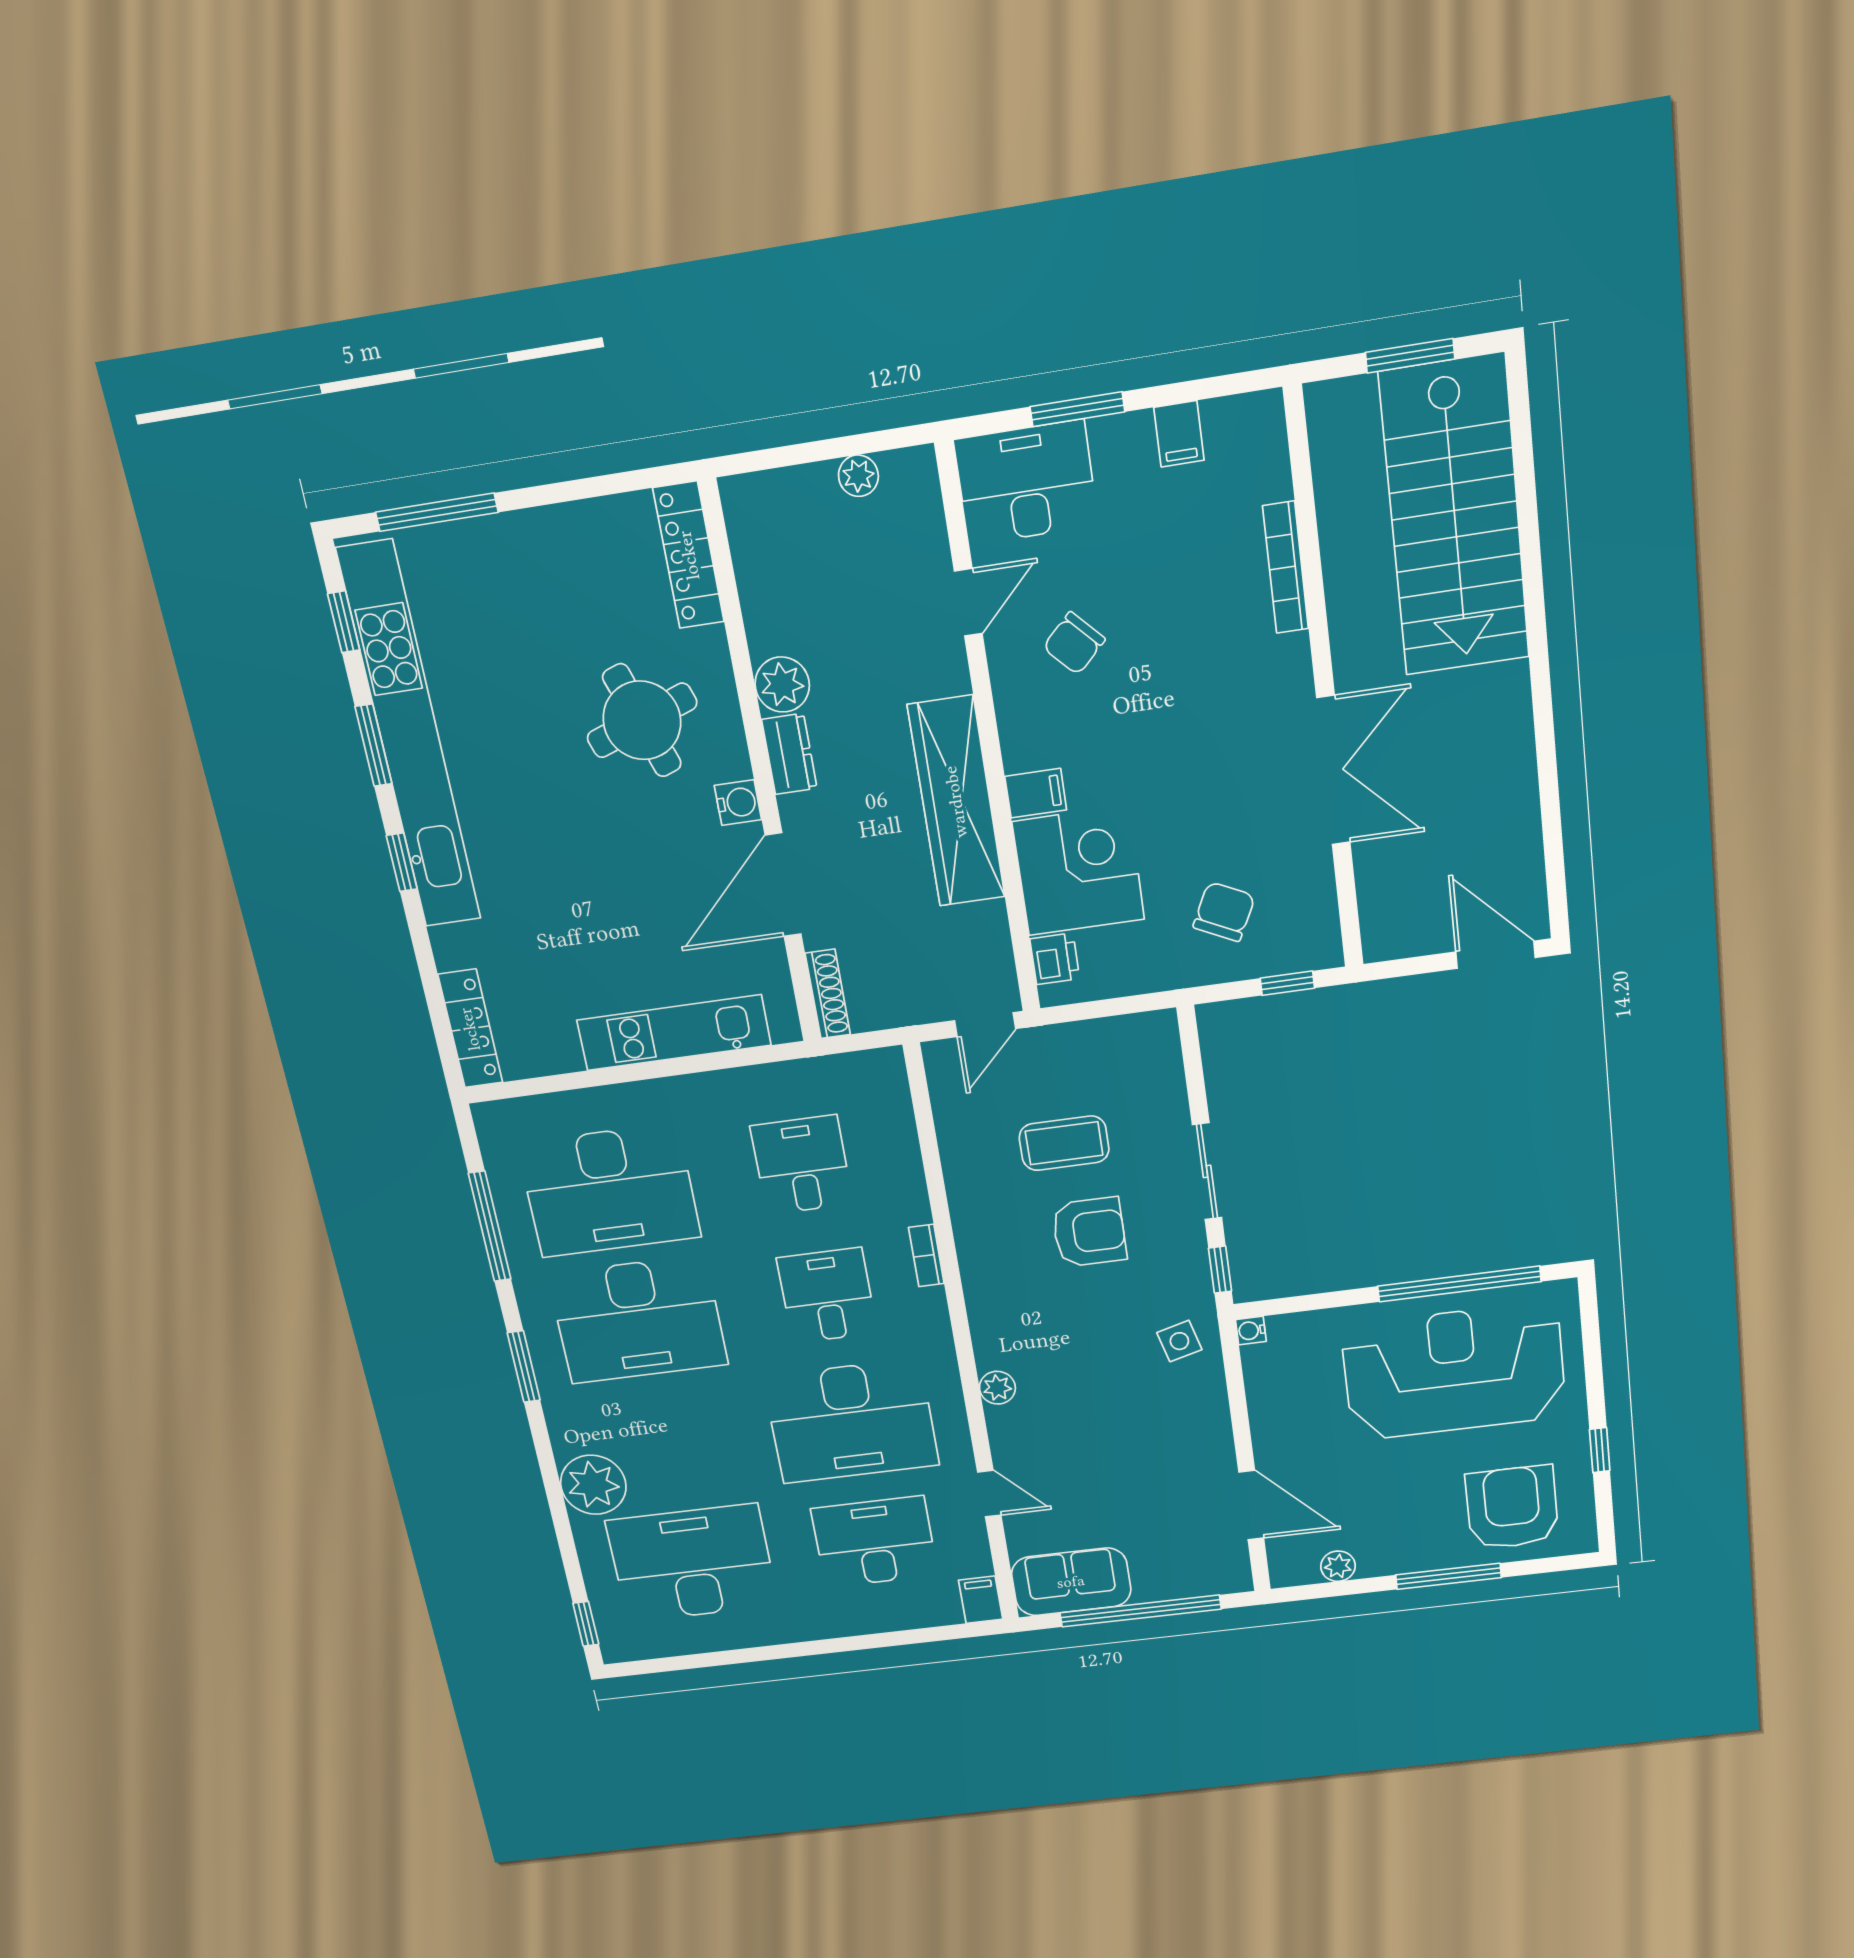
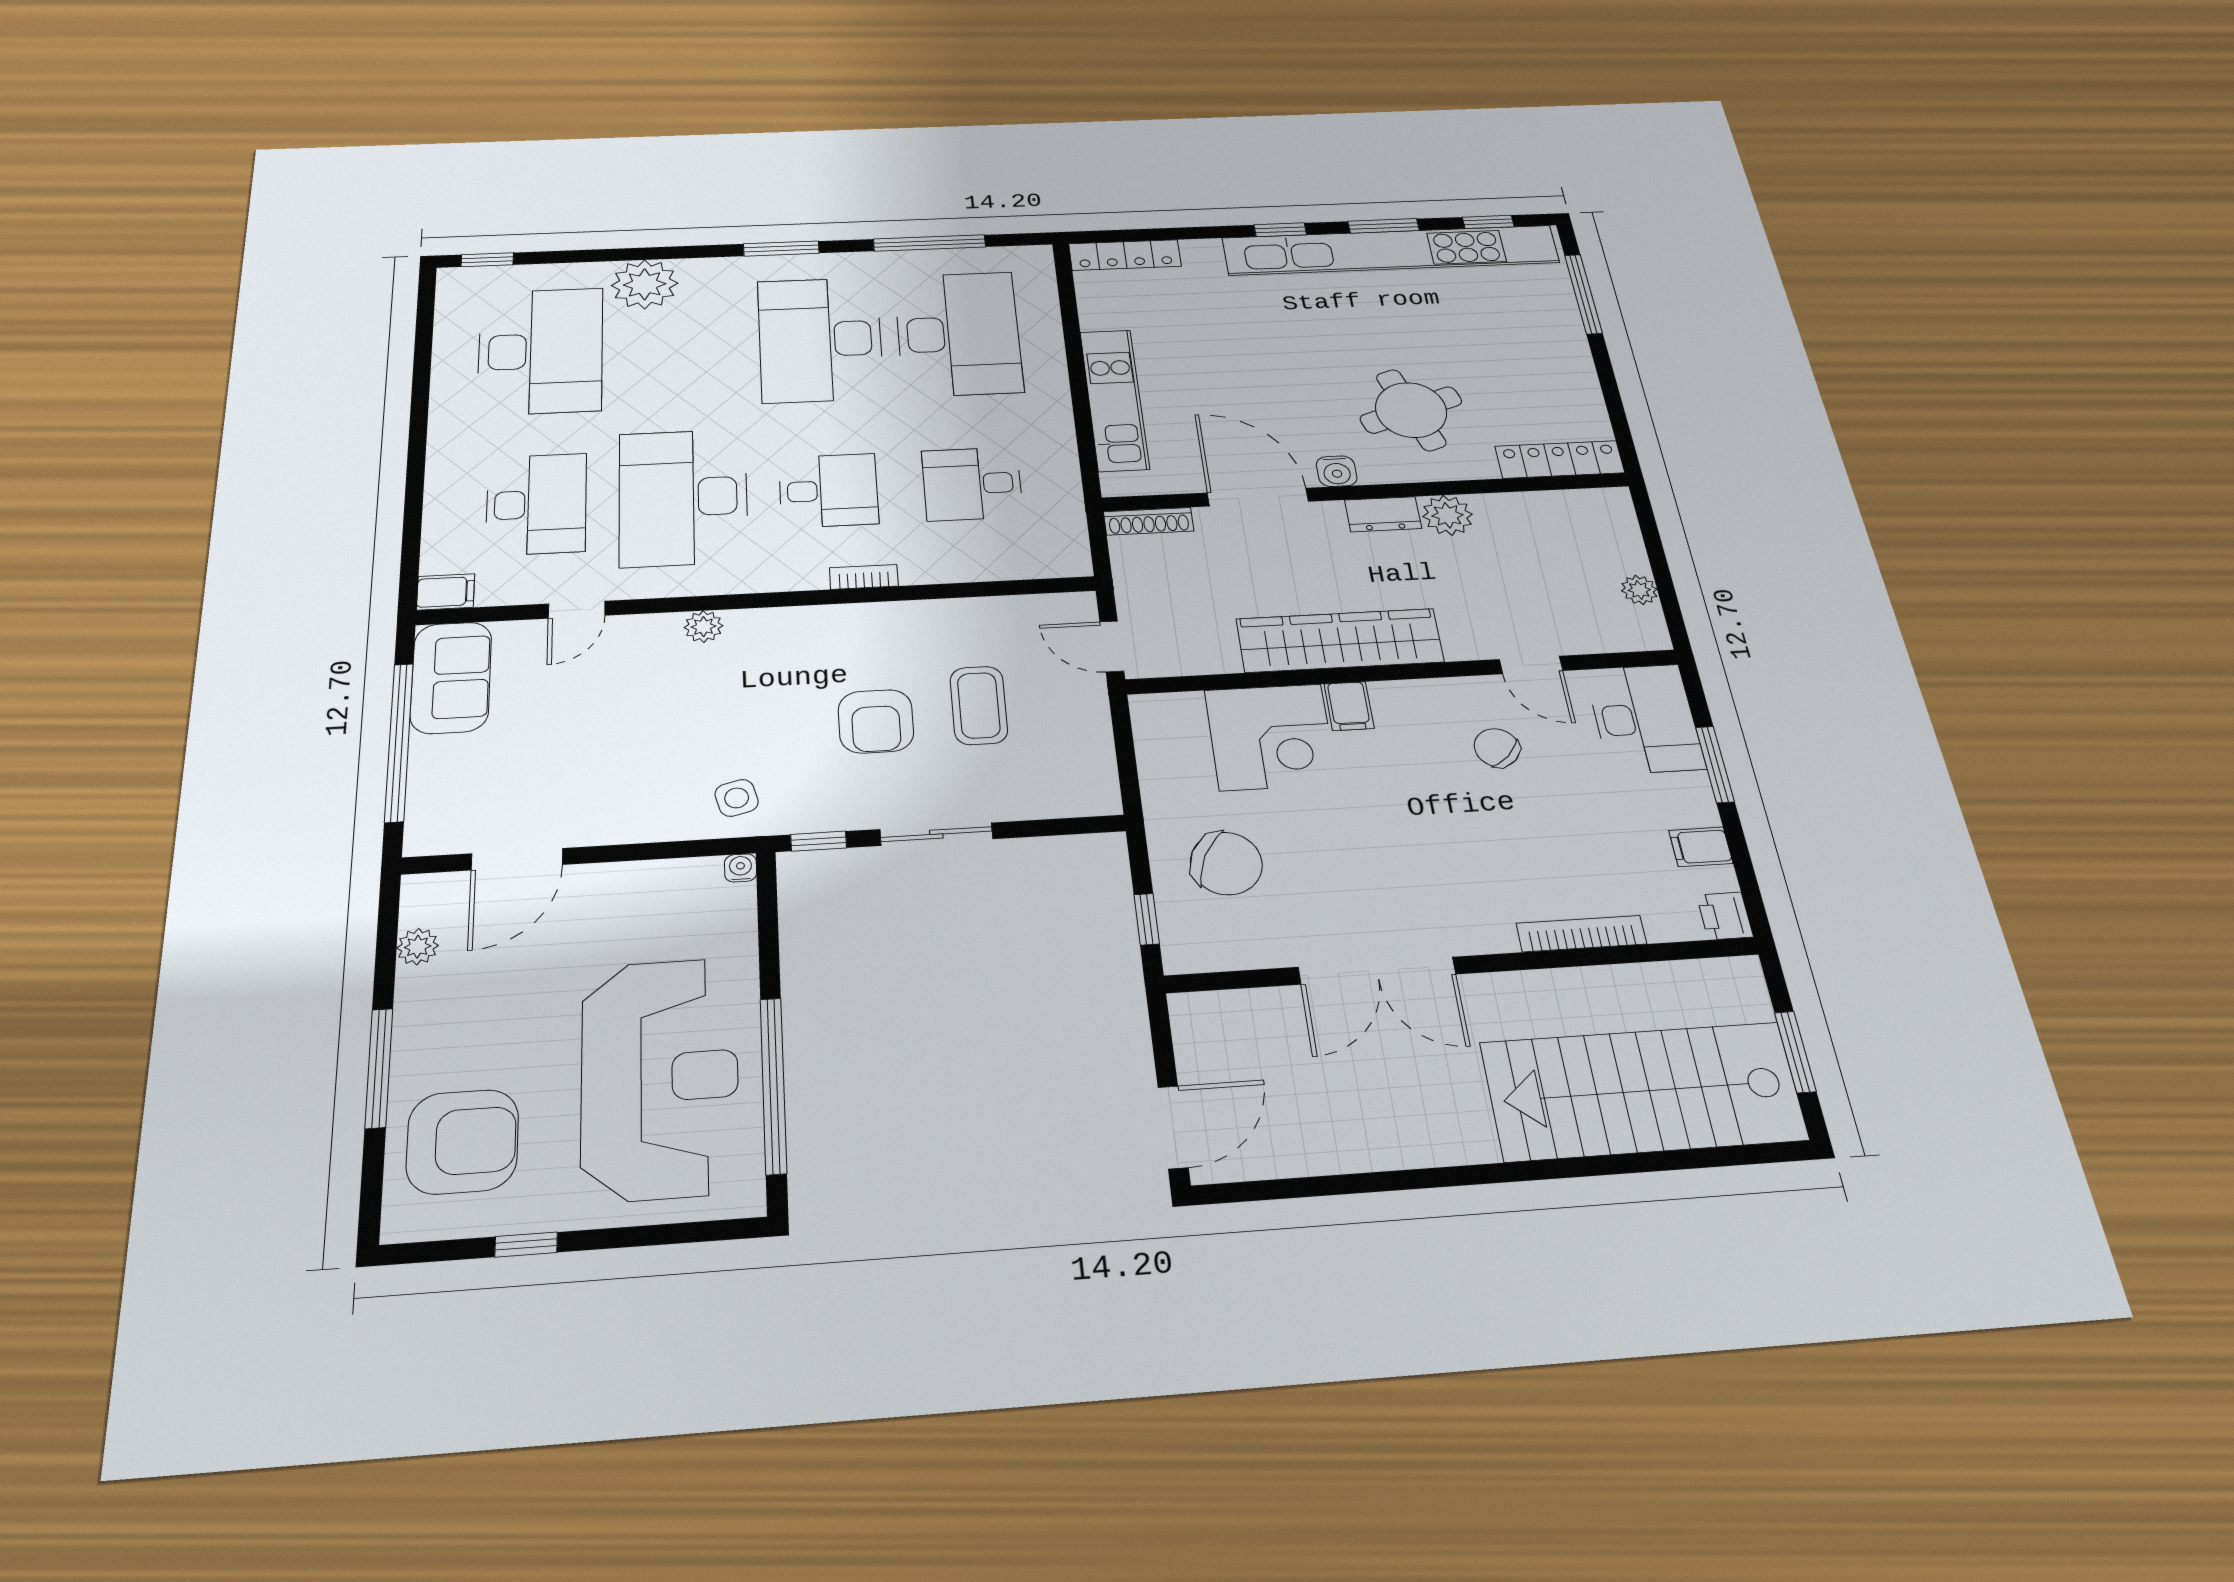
chair: (1224, 912) -> (1226, 863), width x1.37, depth x1.37
printer: (1055, 959) -> (1725, 916), moved, turned 90
desk: (802, 1165) -> (972, 484), turned 180
desk: (609, 1190) -> (958, 334), turned 180

